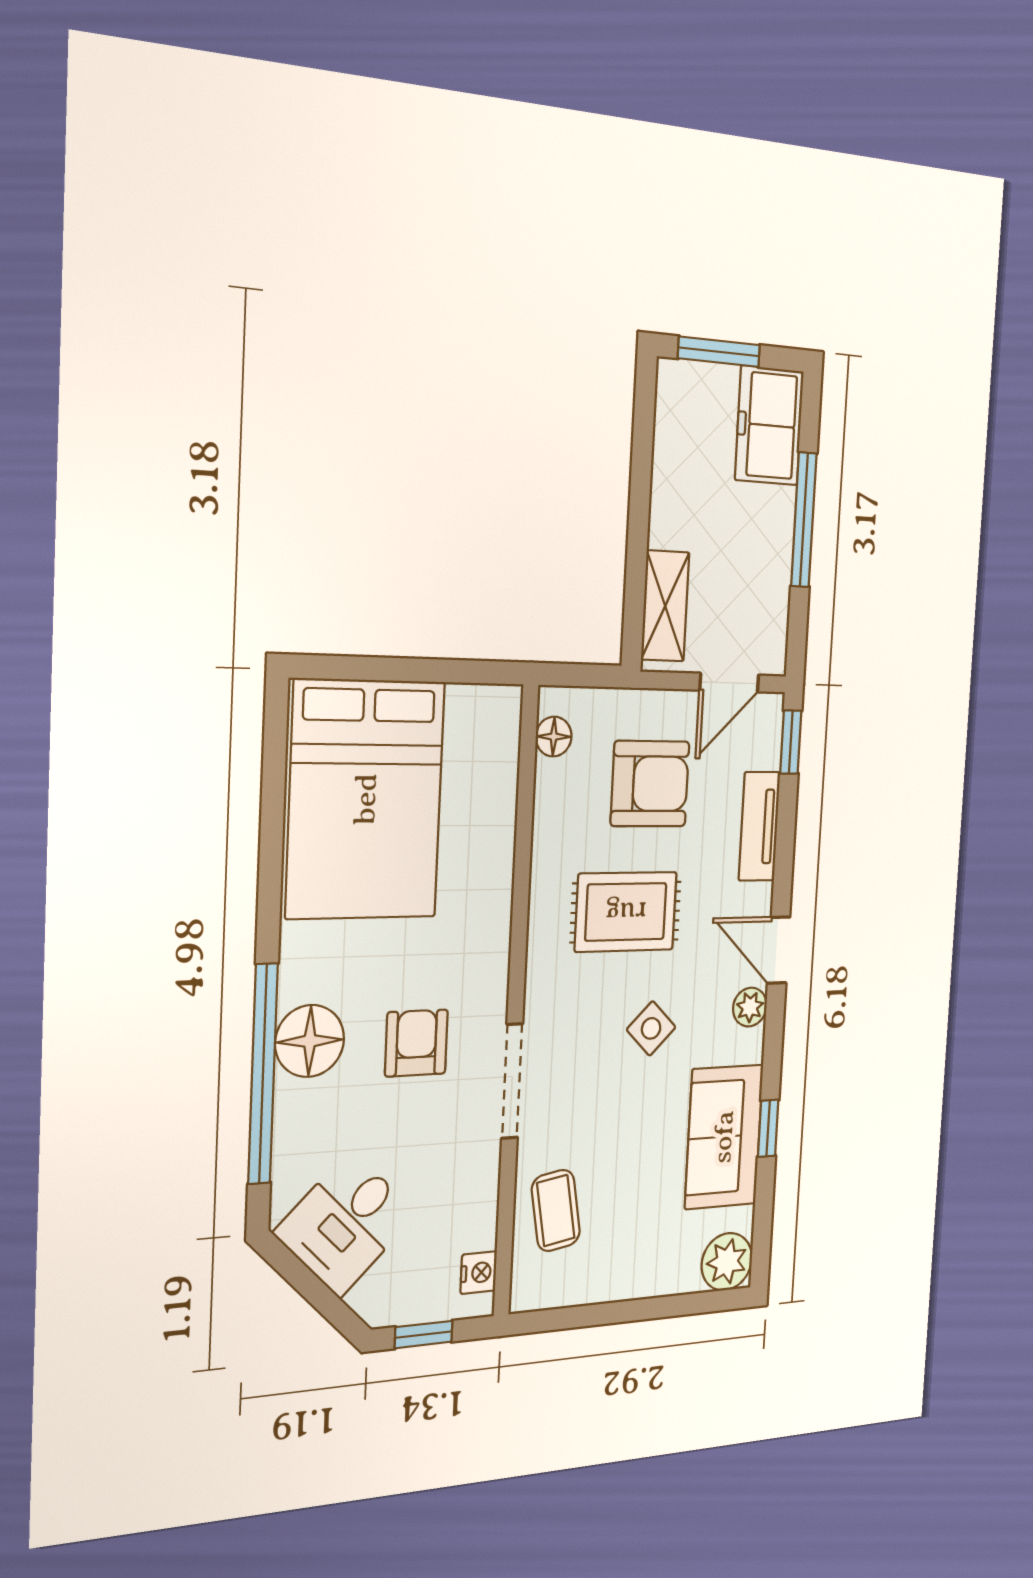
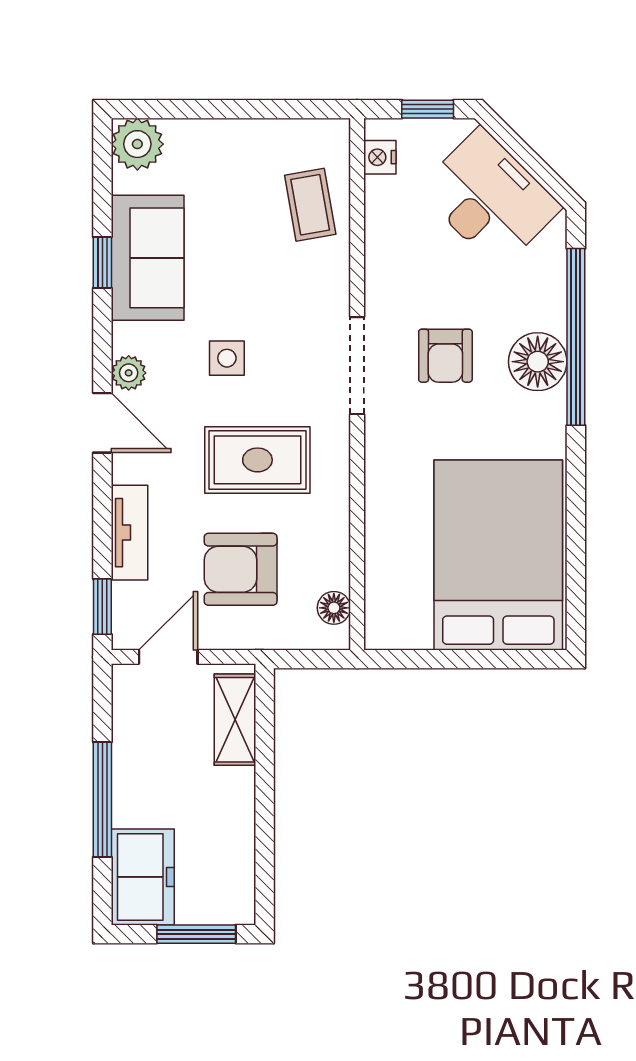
side table: (651, 1028) -> (227, 358), turned 45
doorway: (512, 1081) -> (357, 366), moved
desk: (346, 1223) -> (490, 198), width x1.37

